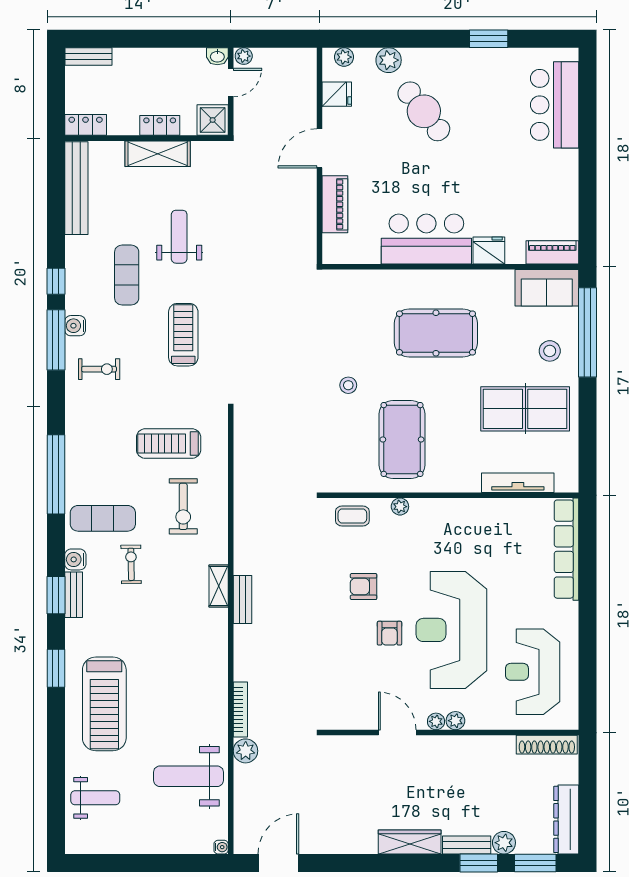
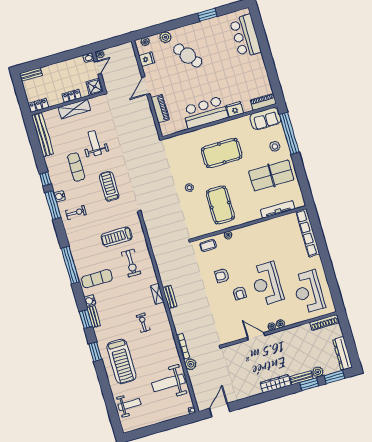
exercise bike: (131, 564) -> (143, 323), moved
reception desk: (451, 630) -> (267, 284), width x0.74, depth x0.77

